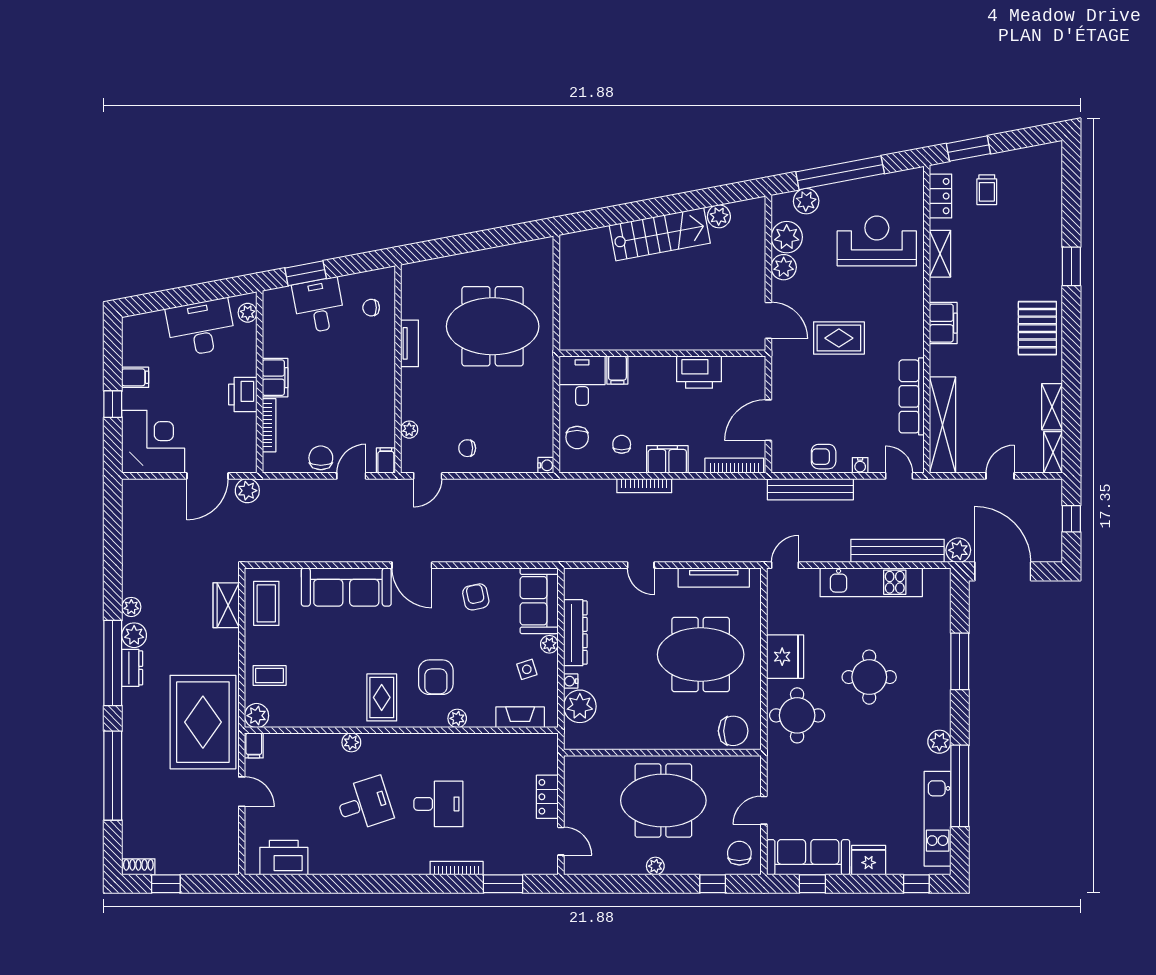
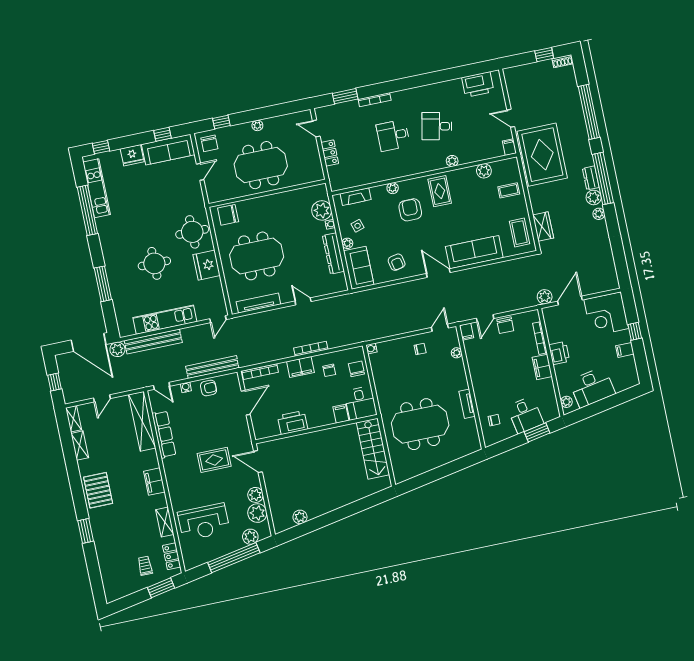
stairs: (660, 234) -> (373, 449), moved, turned -79
plant: (257, 716) -> (484, 171), moved
plant: (939, 742) -> (105, 234), removed
desk: (364, 804) -> (437, 126), turned 30

